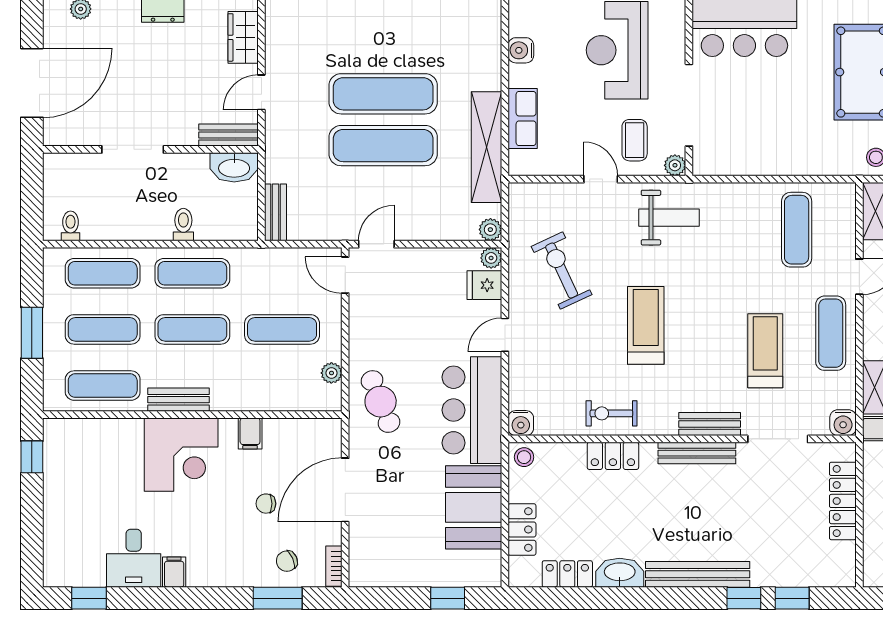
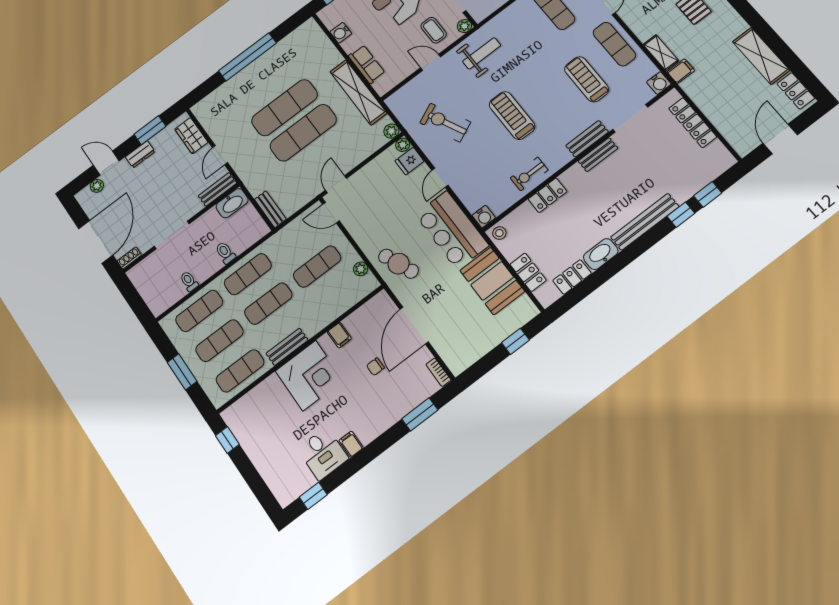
shoe rack: (60, 138) -> (129, 258), added
toilet: (71, 226) -> (189, 281), moved
bench: (697, 453) -> (598, 155), width x0.73
chair: (287, 561) -> (410, 390), removed

